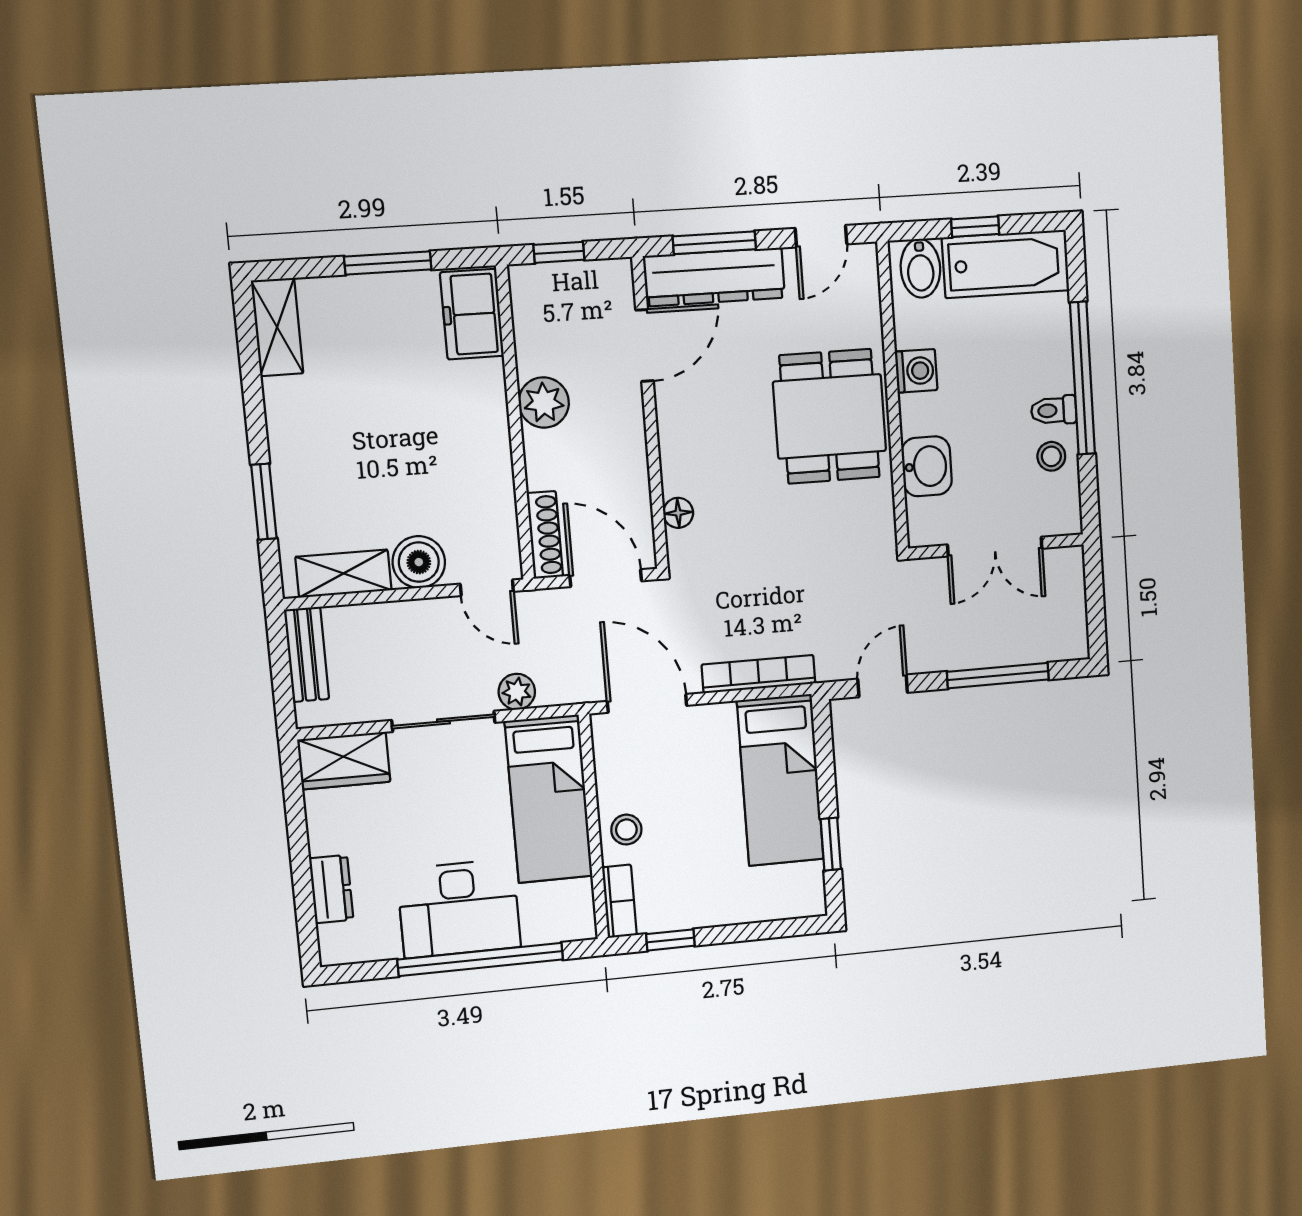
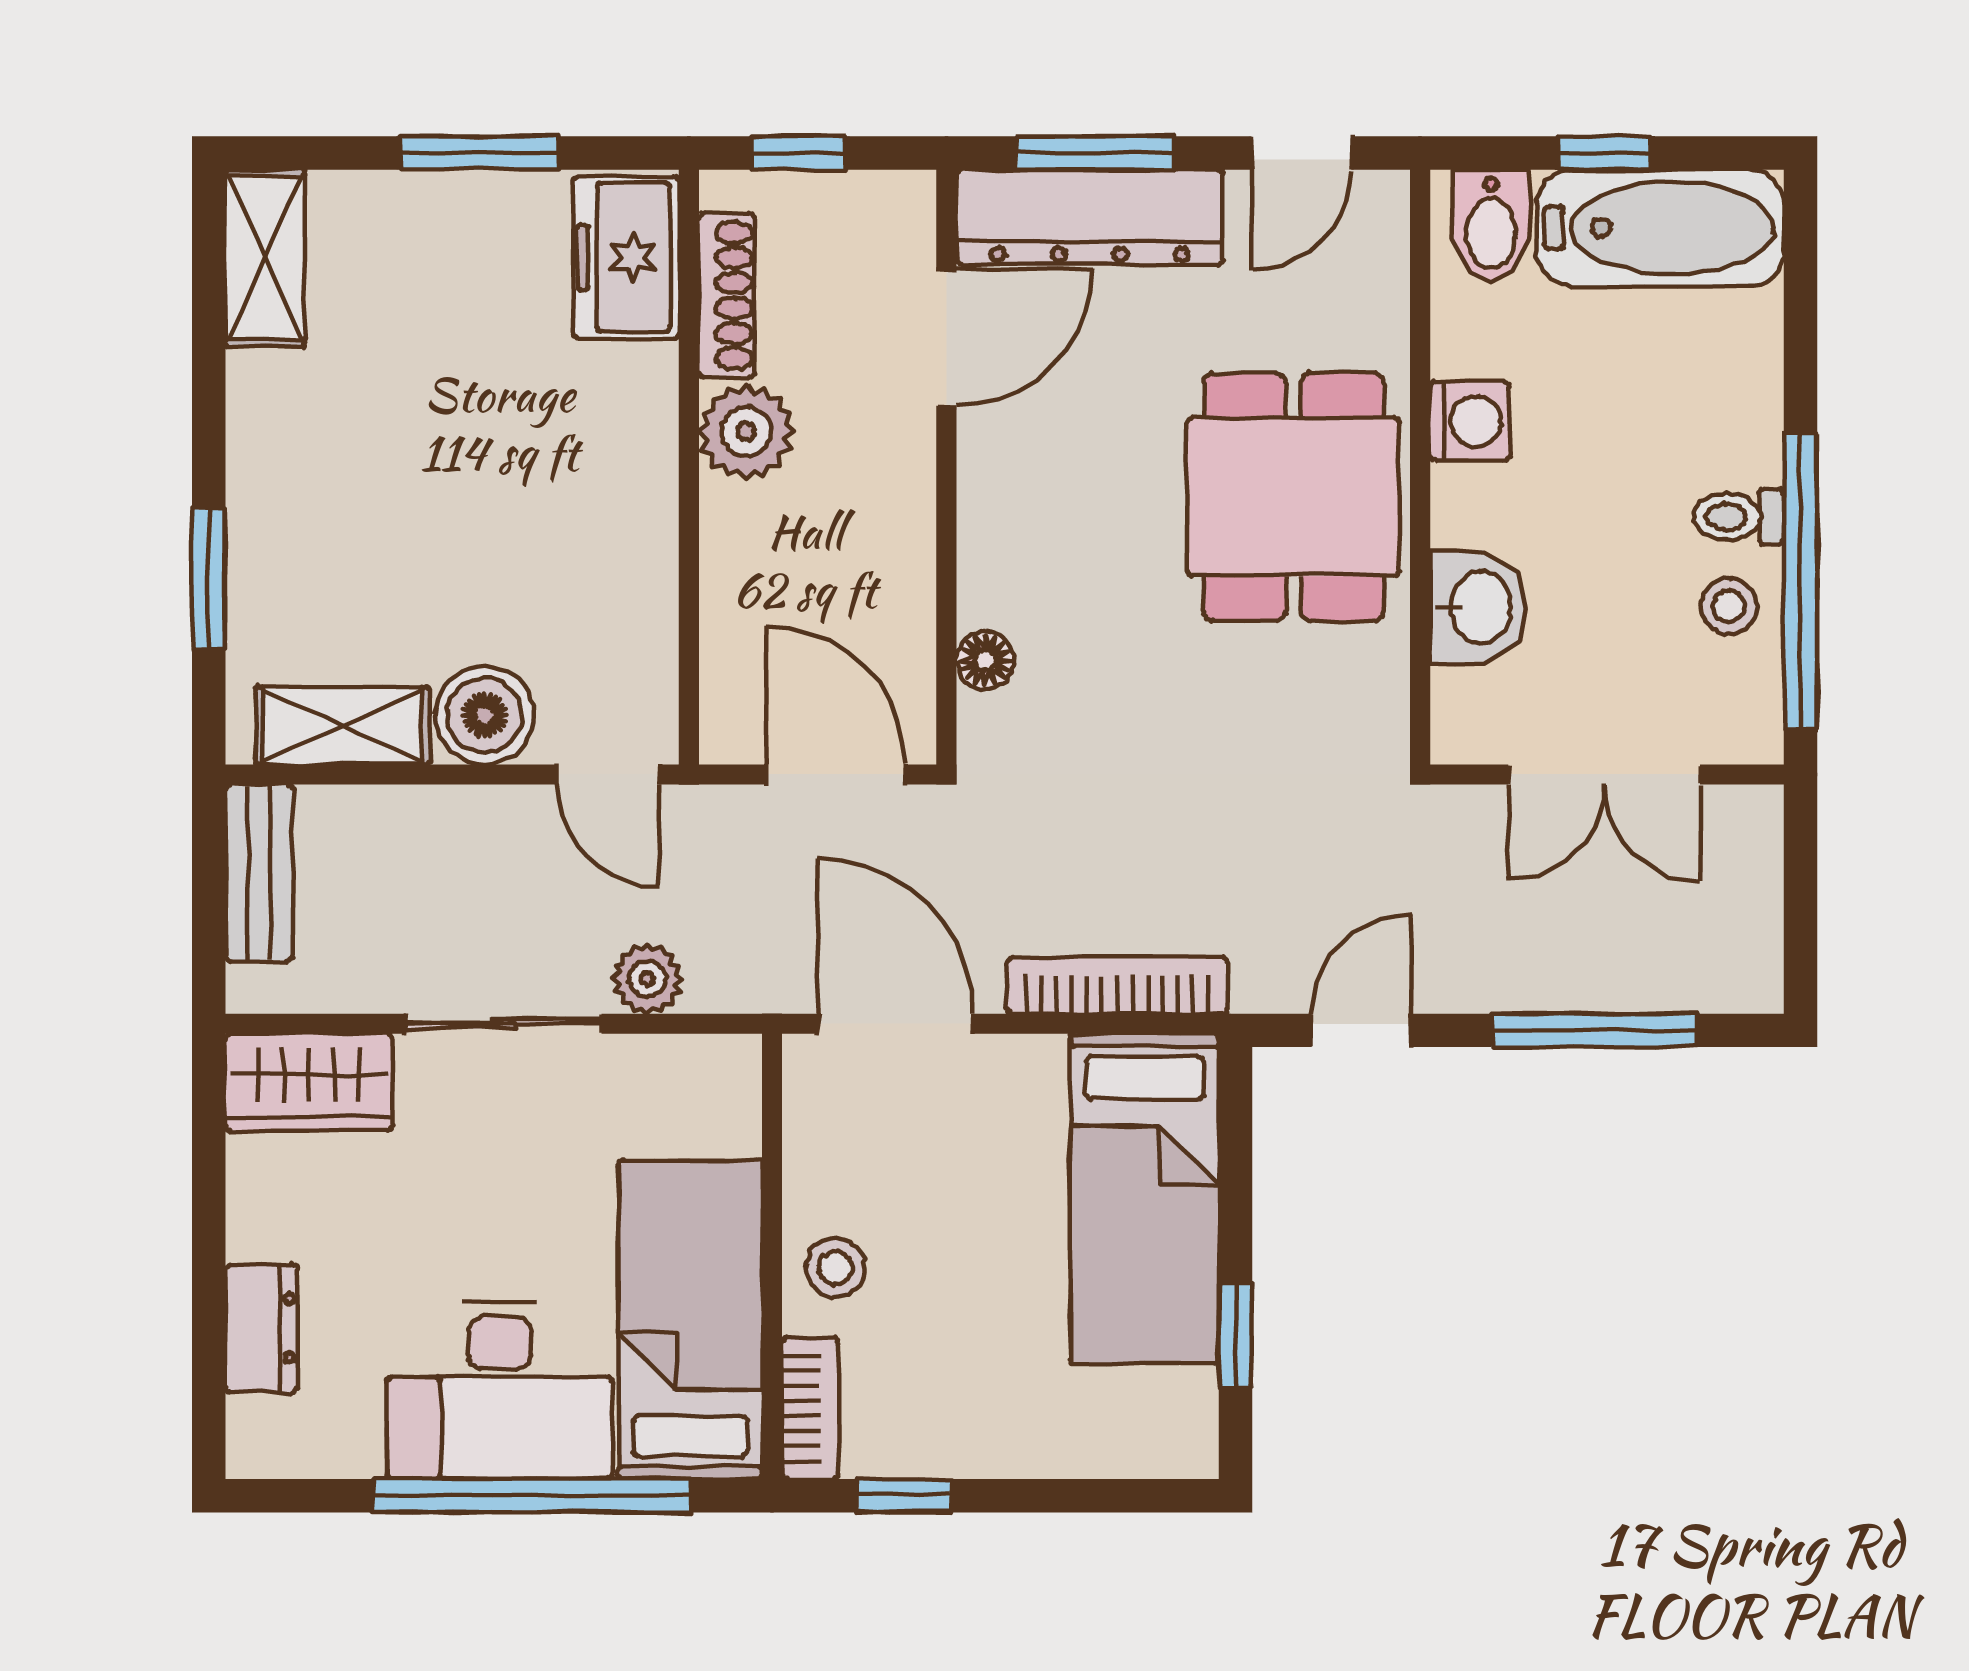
window: (1082, 378) -> (1801, 581), moved
shoe rack: (545, 535) -> (727, 295), moved
bed: (549, 799) -> (690, 1320), moved, turned 180

